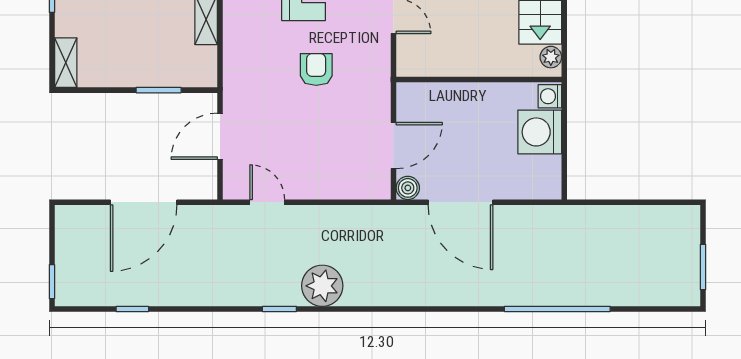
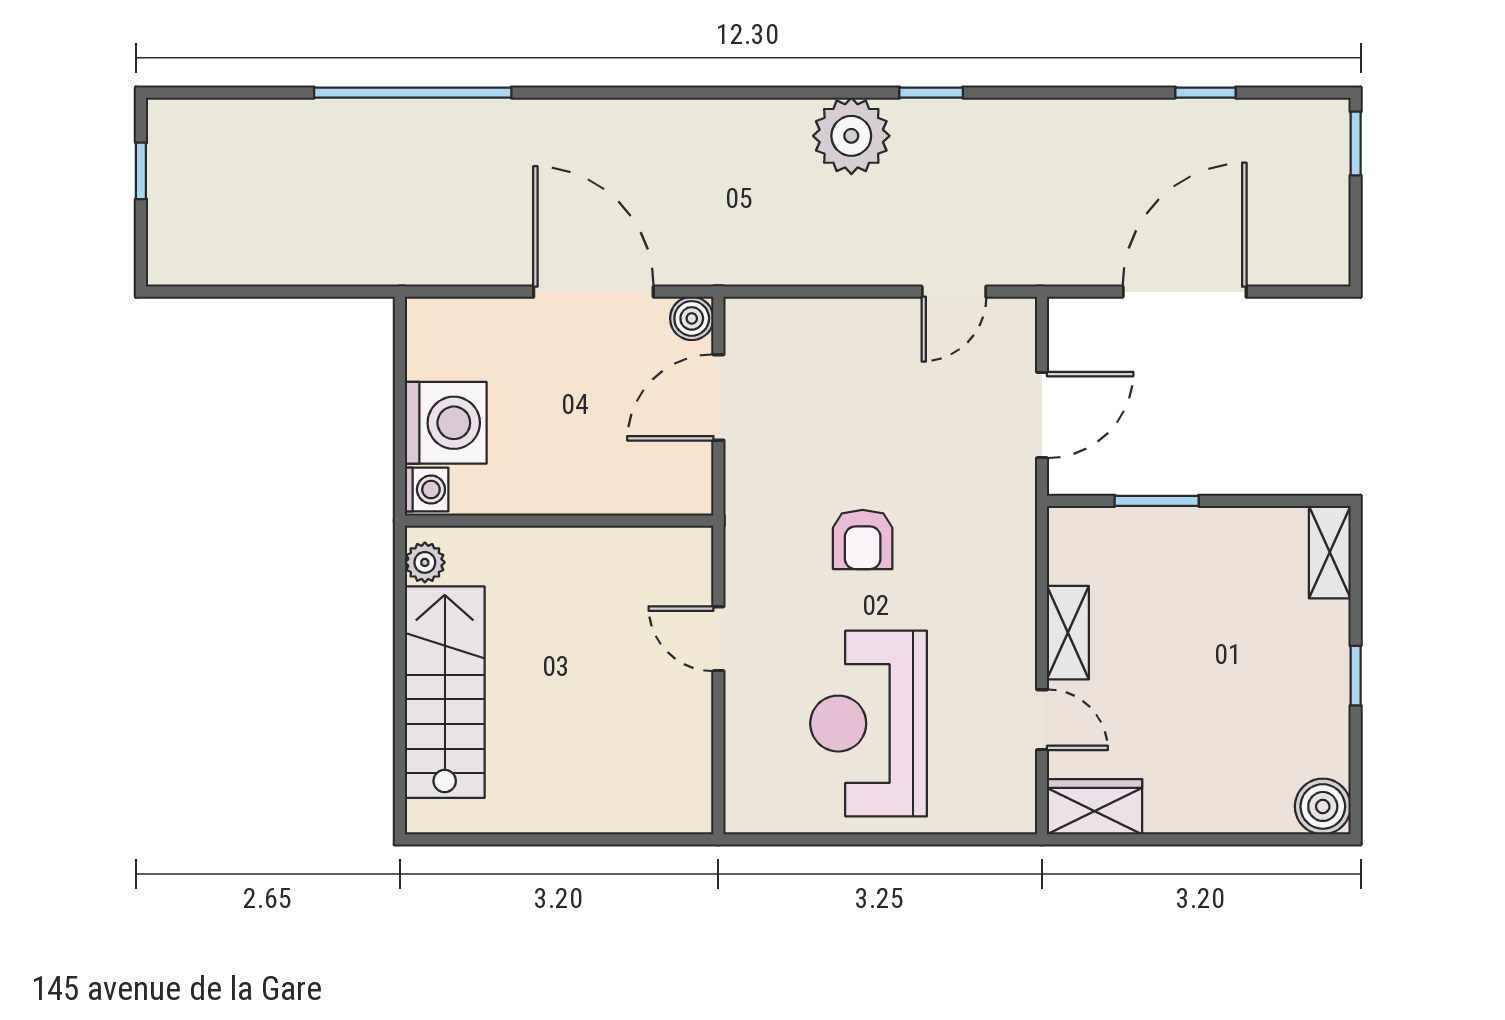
door: (267, 202) -> (954, 292), hinge flipped
window: (703, 267) -> (141, 171), width x0.67

